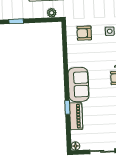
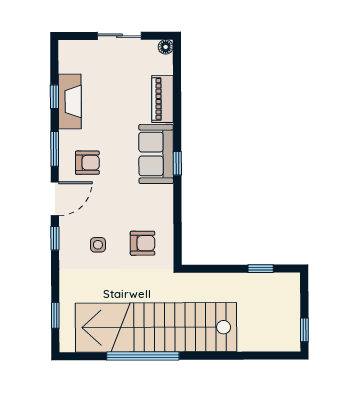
plant: (52, 13) -> (198, 281), removed
window: (67, 107) -> (177, 163), moved

